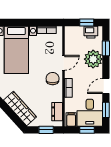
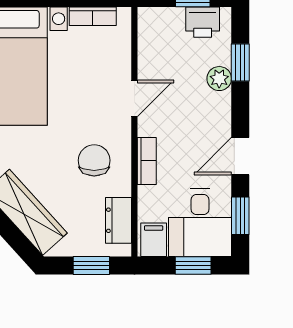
plant: (93, 59) -> (219, 79), width x0.53, depth x0.53
chair: (53, 79) -> (94, 160), moved

